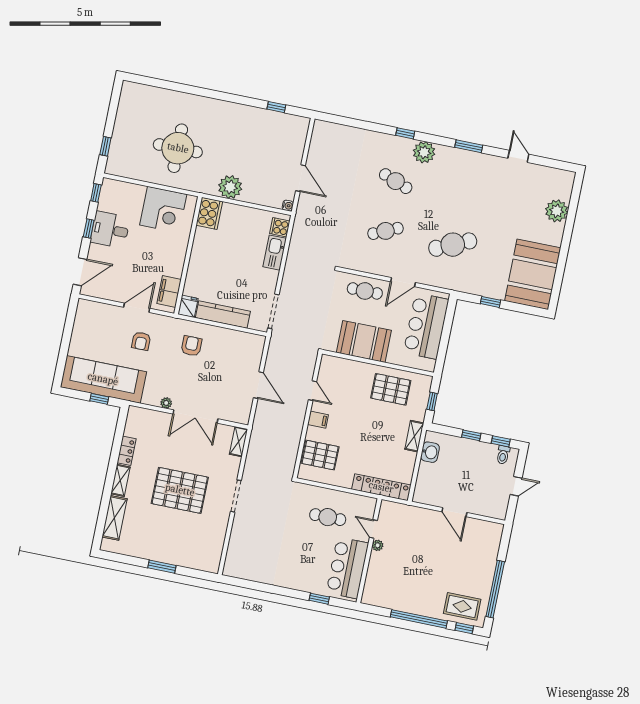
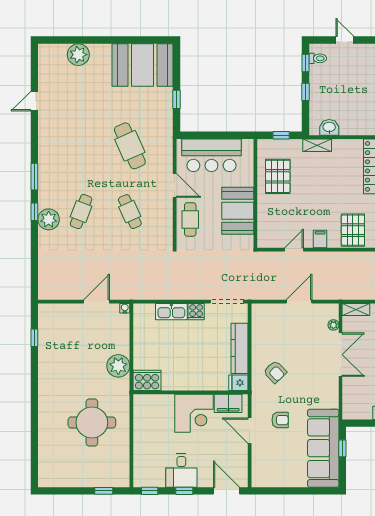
window: (469, 146) -> (34, 177), moved
plant: (424, 152) -> (49, 219), moved
corner desk: (163, 210) -> (194, 413), moved, turned 90
cooker: (280, 227) -> (196, 312), moved
armchair: (191, 346) -> (275, 372), turned -134
plant: (166, 403) -> (333, 325), moved

